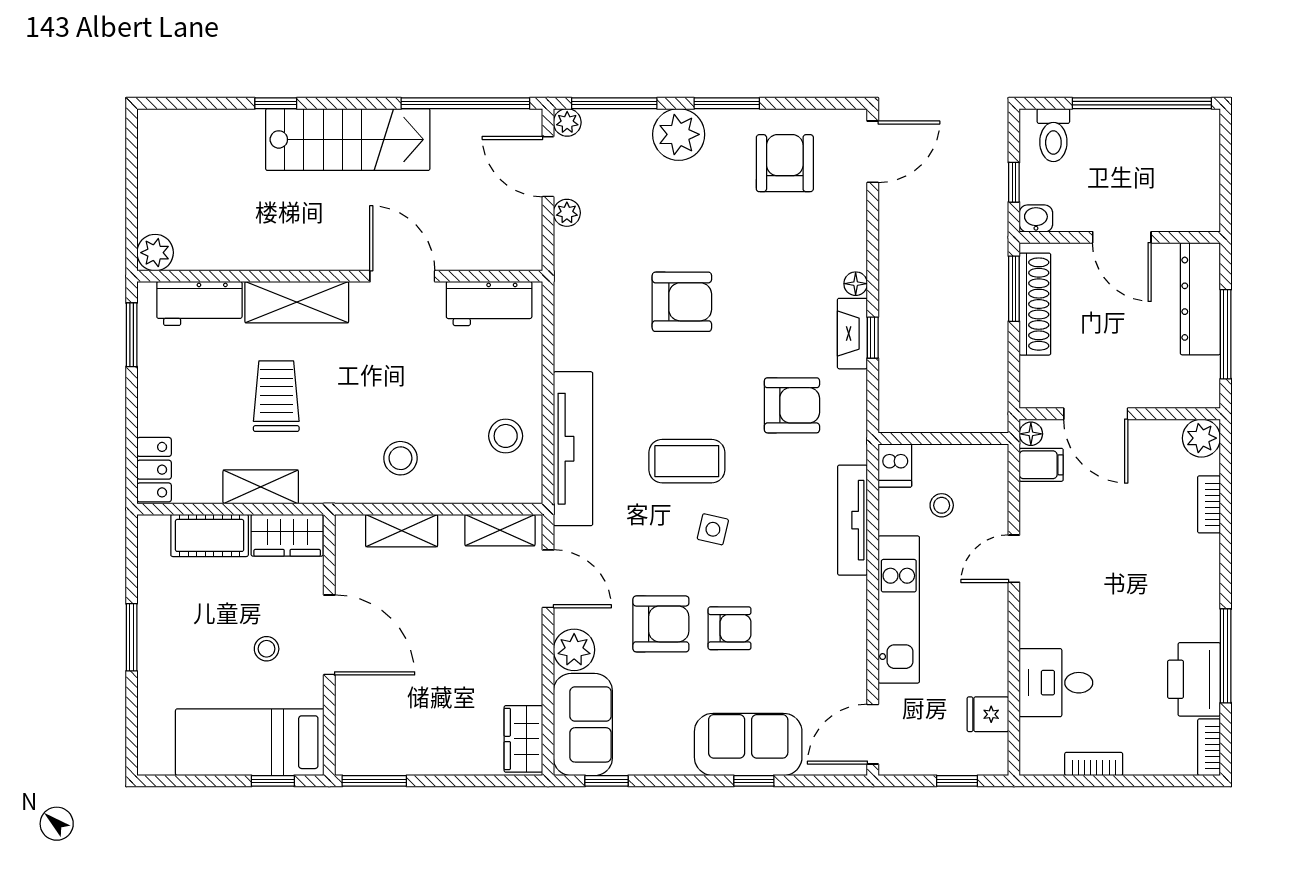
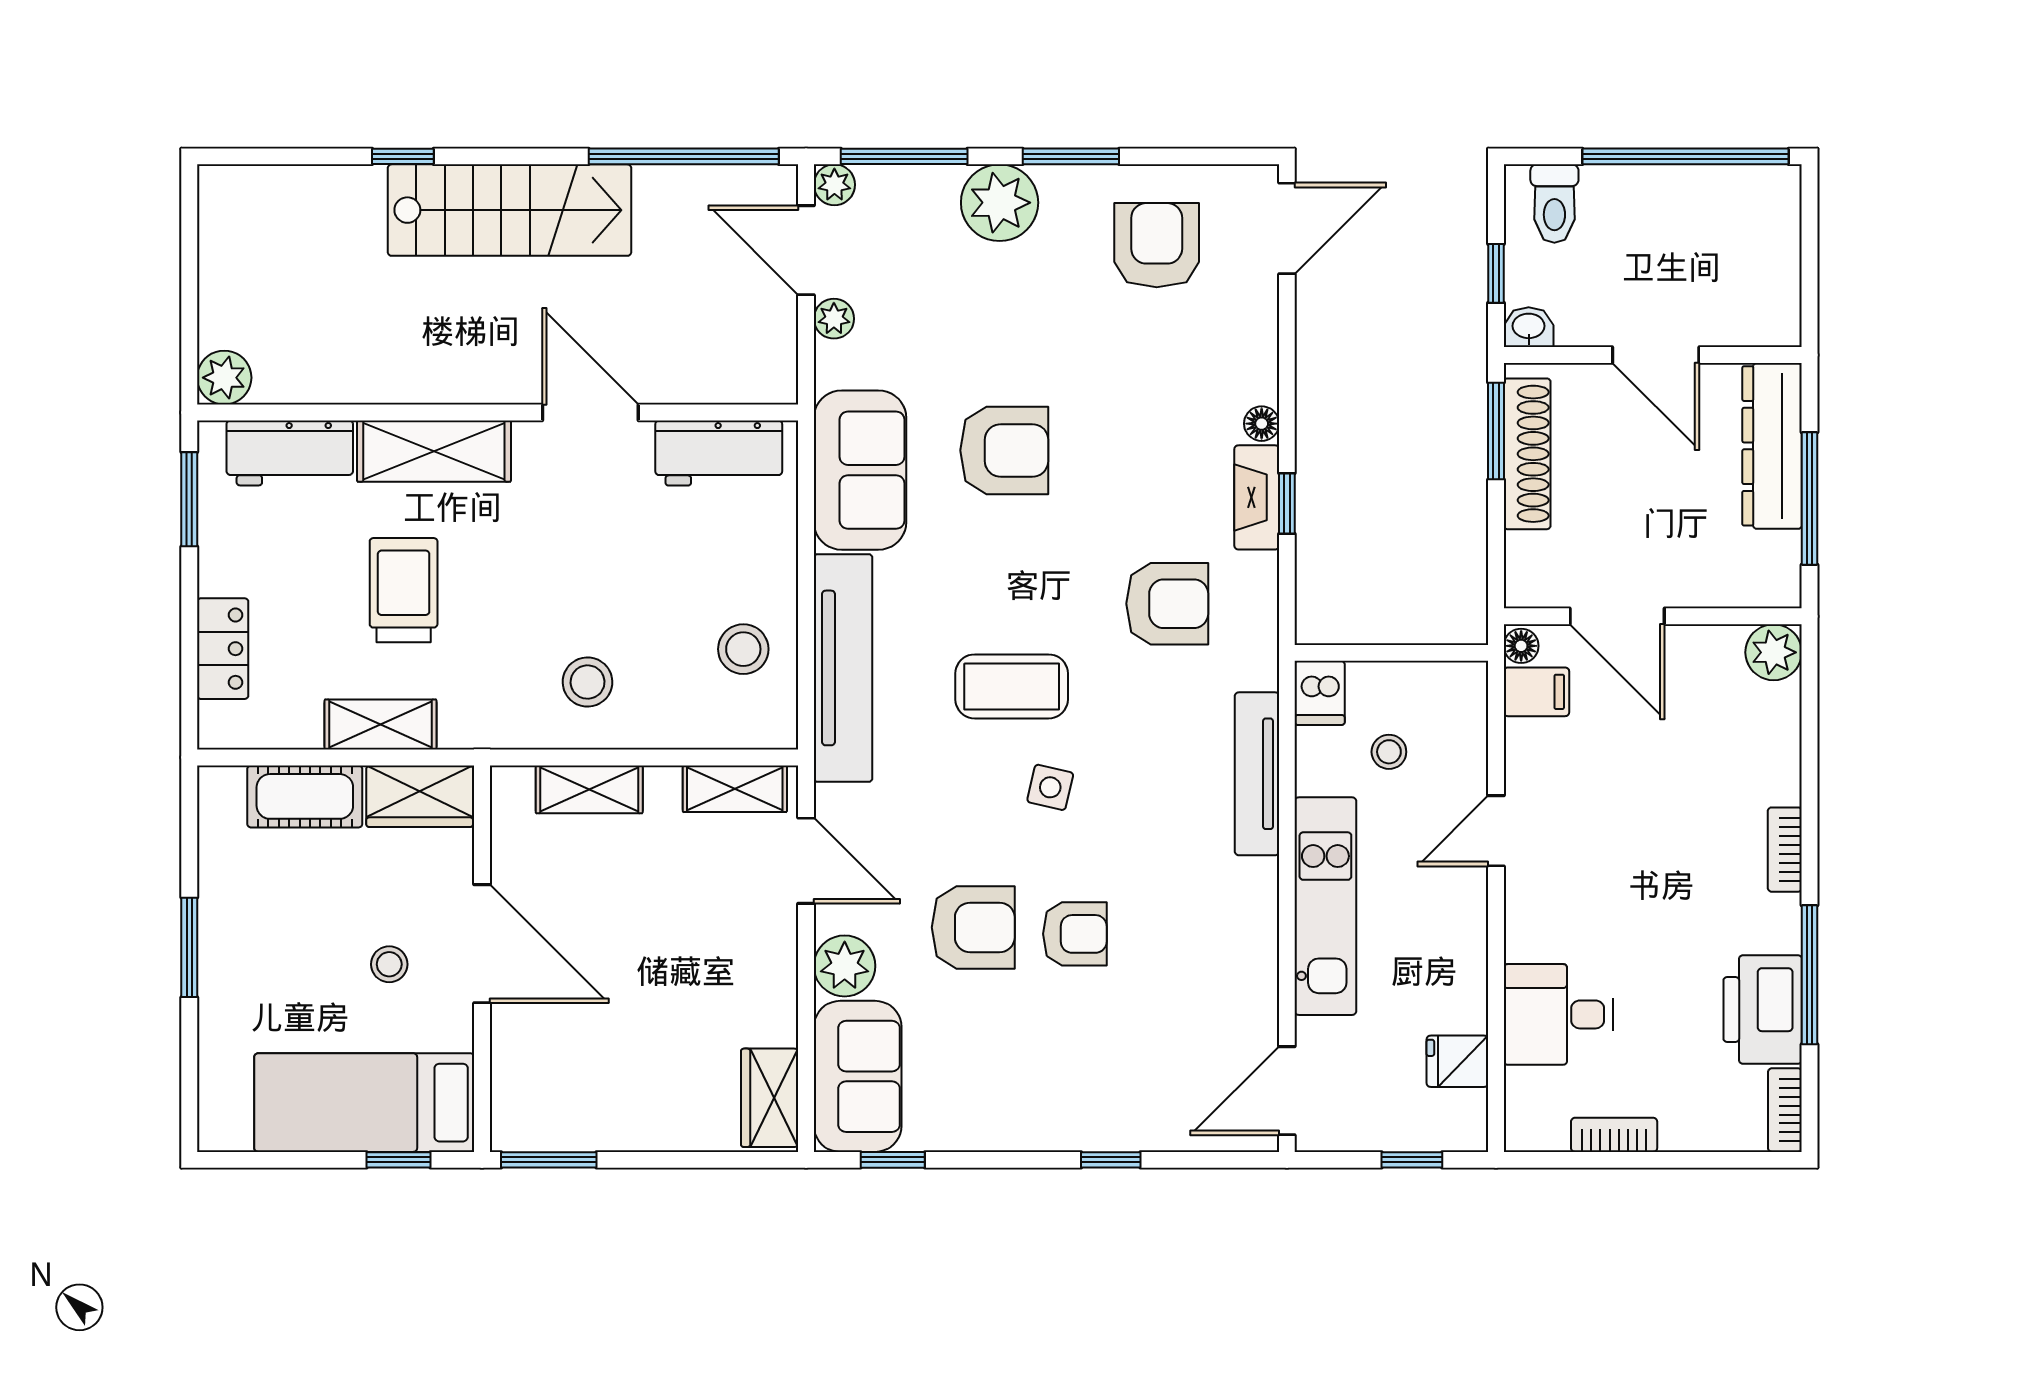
locker: (154, 470) -> (223, 649), moved
bookcase: (1209, 504) -> (1785, 850), moved
sofa: (748, 744) -> (860, 470), moved, turned 90

